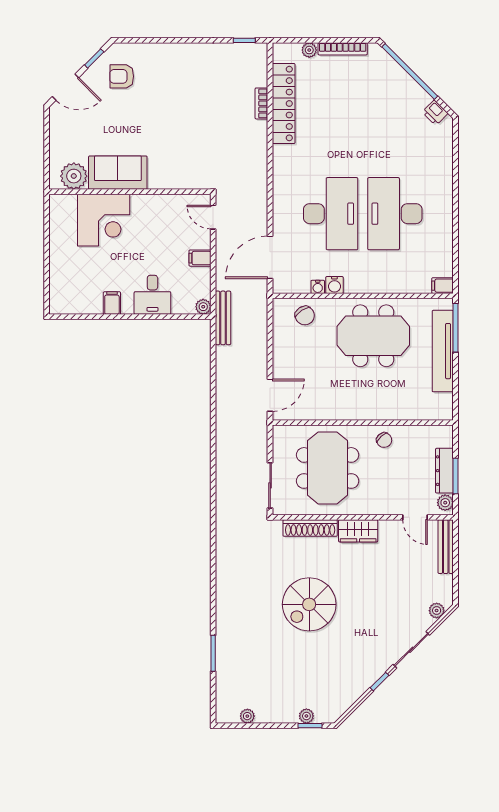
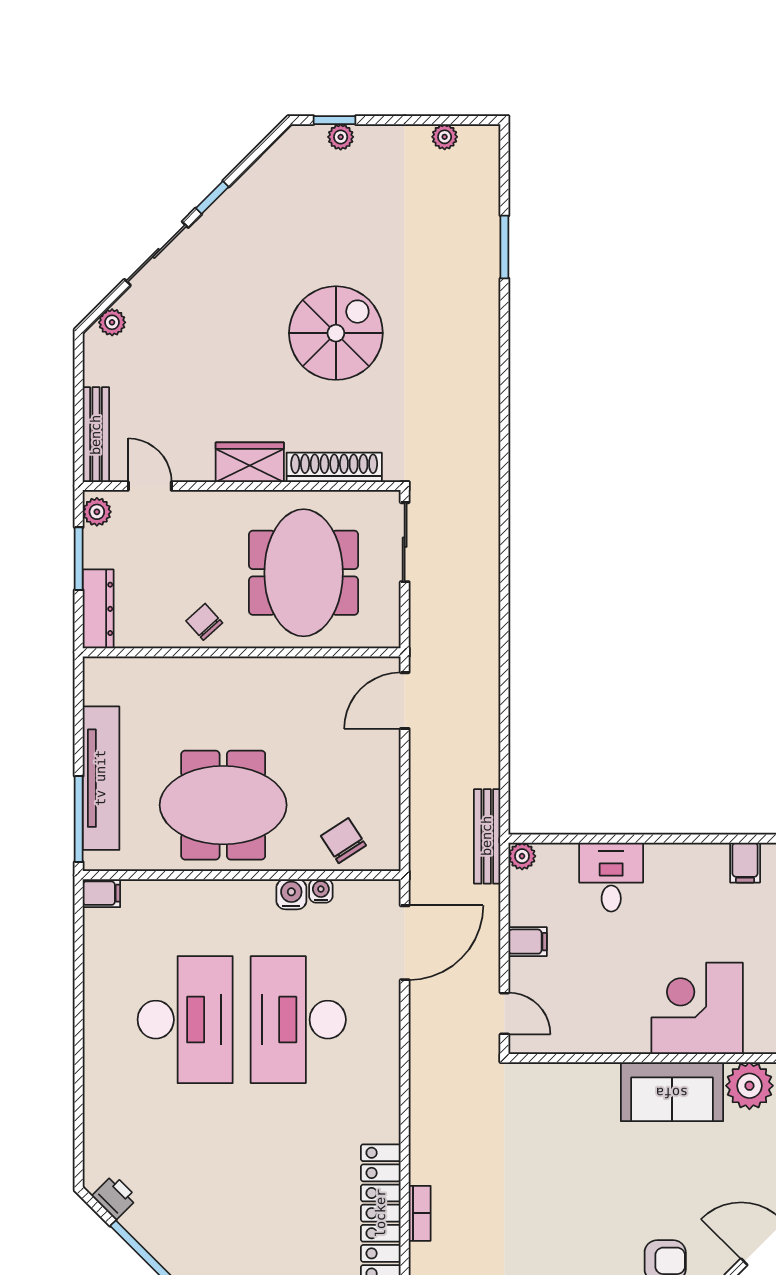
filing cabinet: (112, 303) -> (745, 863), moved
dresser: (444, 471) -> (98, 609), moved

